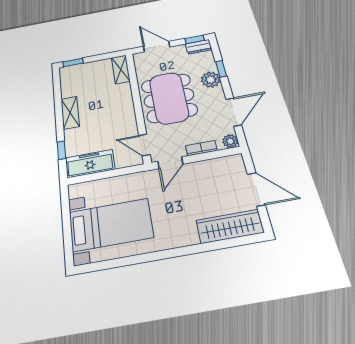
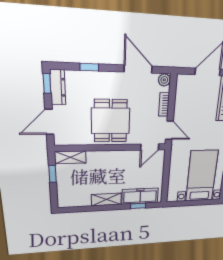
dresser: (199, 47) -> (58, 87), width x1.44
window: (73, 63) -> (52, 174), moved
plant: (211, 80) -> (100, 80), removed
dining table: (169, 98) -> (111, 121), width x0.73
freezer: (90, 164) -> (140, 196), moved, turned 90

